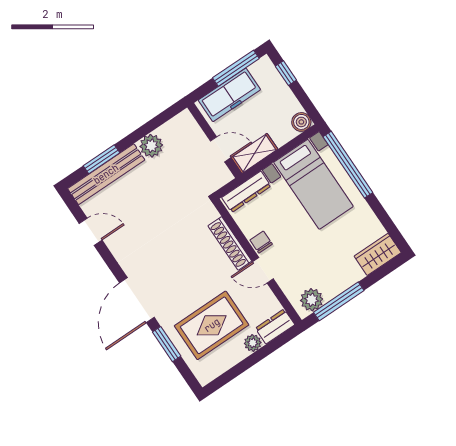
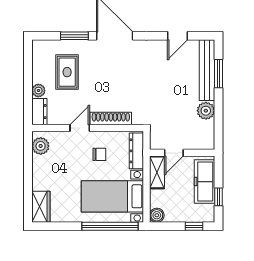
window: (236, 68) -> (218, 197), width x0.46
chair: (261, 242) -> (99, 154), moved
window: (339, 301) -> (28, 162), removed
rug: (212, 325) -> (67, 72), width x0.73, depth x0.70

